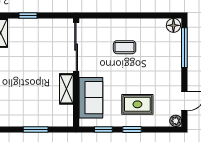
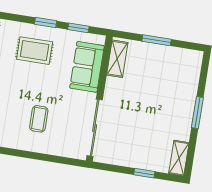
coffee table: (125, 47) -> (39, 119), turned 90
shelving: (66, 89) -> (117, 59), moved

